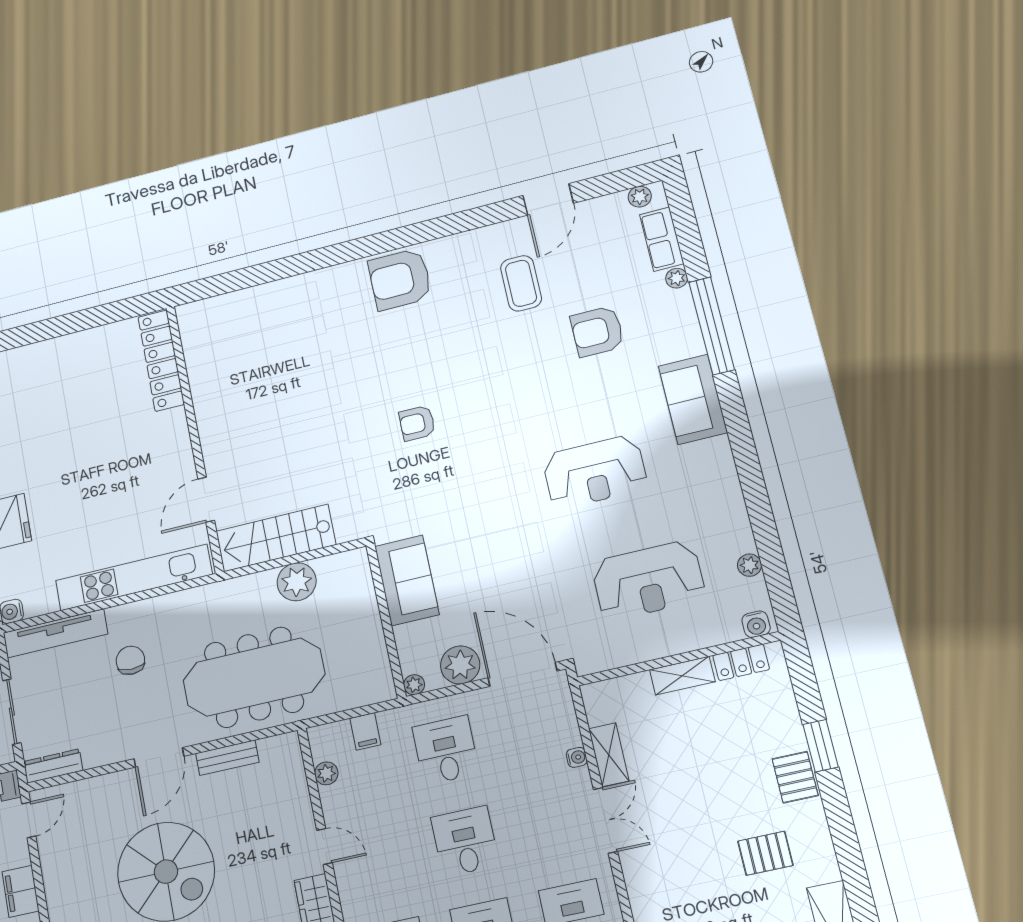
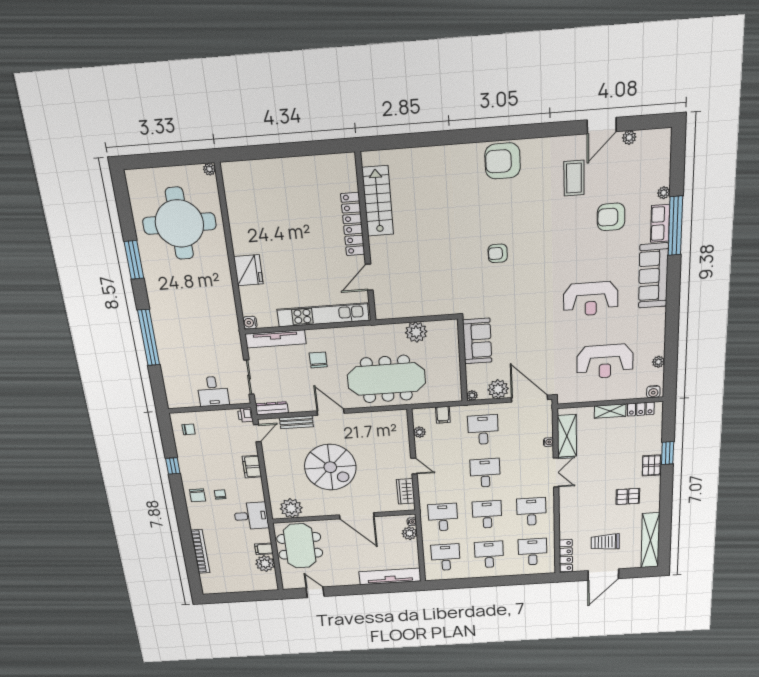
plant: (640, 197) -> (629, 137), moved
row of seats: (662, 239) -> (660, 223), moved
locker: (161, 360) -> (353, 224), moved
sofa: (693, 399) -> (653, 276), width x1.36
stairs: (276, 538) -> (378, 201), moved, turned 90
shelving: (609, 755) -> (567, 436), width x1.50, depth x1.33
door: (159, 757) -> (331, 412), swing flipped
bench: (227, 758) -> (296, 422), moved

